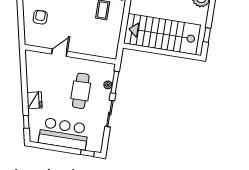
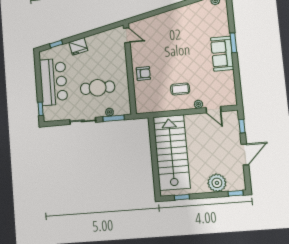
armchair: (40, 17) -> (143, 73), moved
door: (59, 53) -> (127, 35), moved

